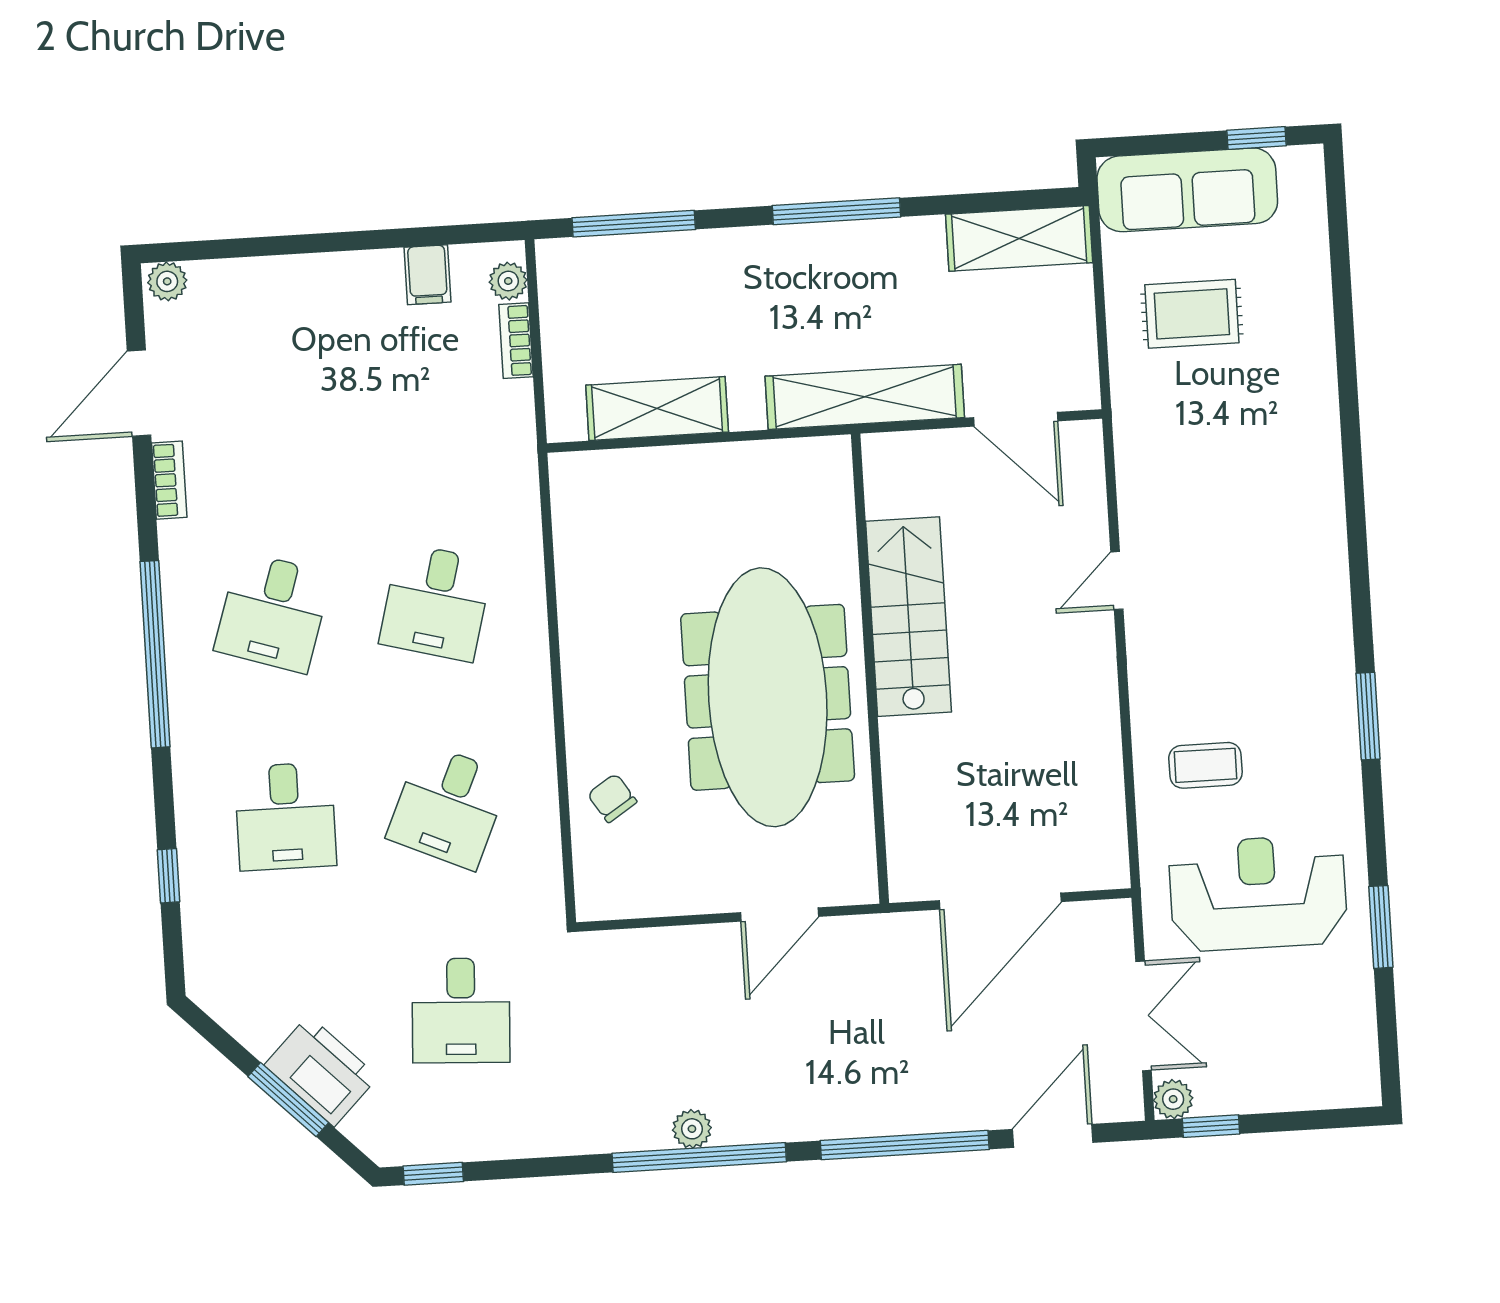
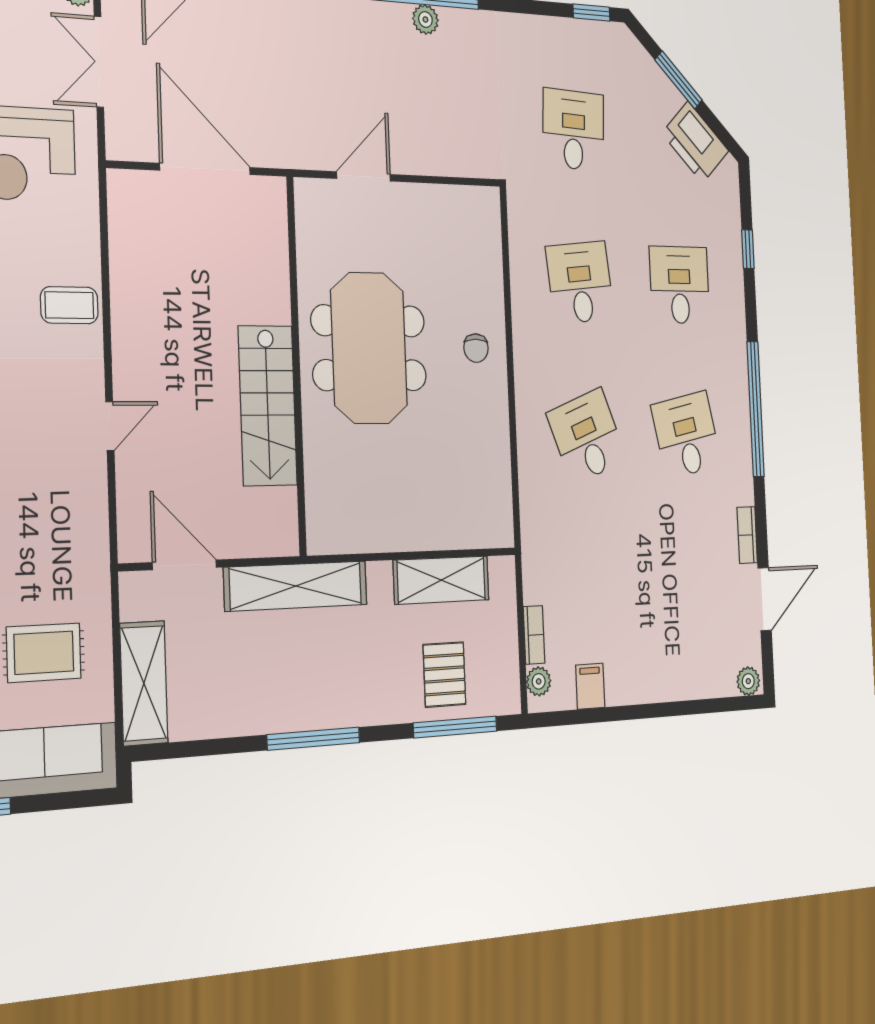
shelving: (1019, 238) -> (144, 683), moved, turned 90
pallet: (651, 290) -> (444, 674), added
desk: (436, 602) -> (587, 436), turned -36
desk: (273, 612) -> (686, 435), turned -30
meeting table: (768, 697) -> (369, 348), width x0.73
coffee table: (1205, 765) -> (69, 305), moved
chair: (612, 798) -> (476, 348), moved, turned 33
desk: (448, 806) -> (580, 282), turned -30
door: (1000, 901) -> (205, 169), hinge flipped
printer: (321, 1071) -> (695, 142), moved

